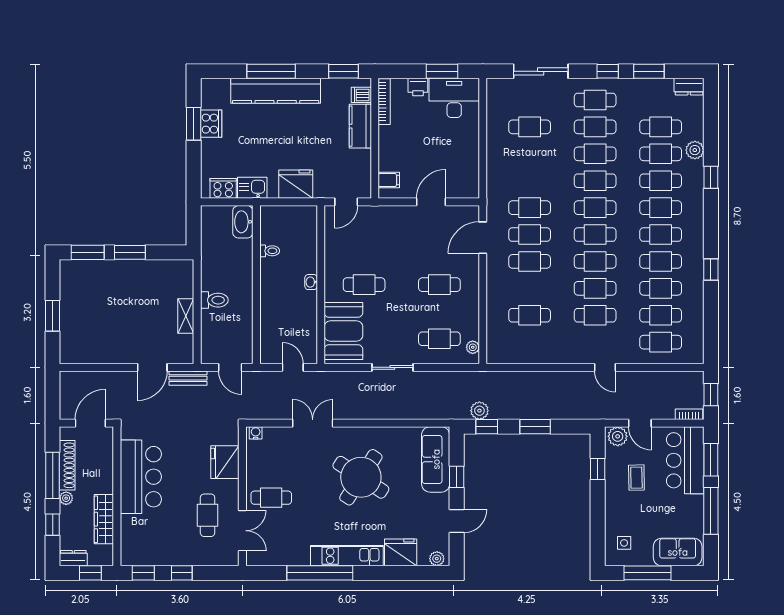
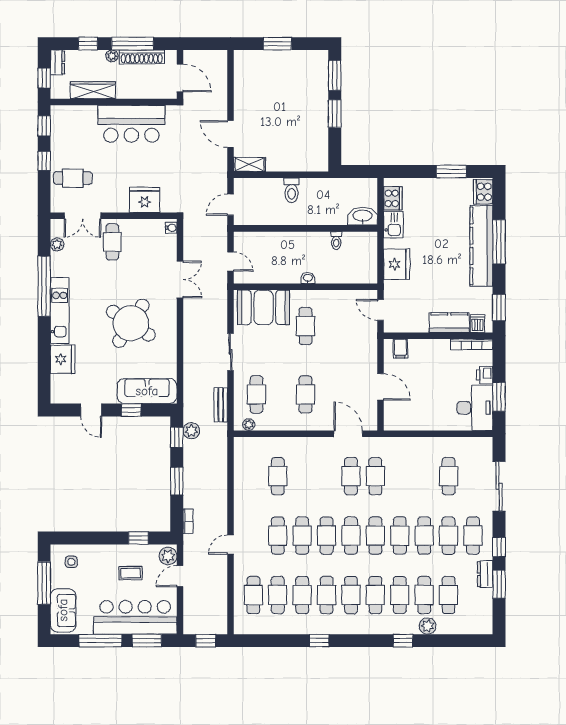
dresser: (689, 87) -> (485, 574), moved
cooker: (211, 124) -> (483, 192), moved, turned 90
cafe table: (530, 261) -> (327, 476), removed
shelving: (186, 316) -> (249, 164), moved
door: (293, 367) -> (230, 262), hinge flipped
bench: (188, 378) -> (221, 405), moved
bookcase: (689, 414) -> (188, 521), moved
bar counter: (685, 460) -> (135, 617), width x1.36
cafe table: (208, 515) -> (73, 178), moved
plant: (437, 559) -> (57, 244), moved

